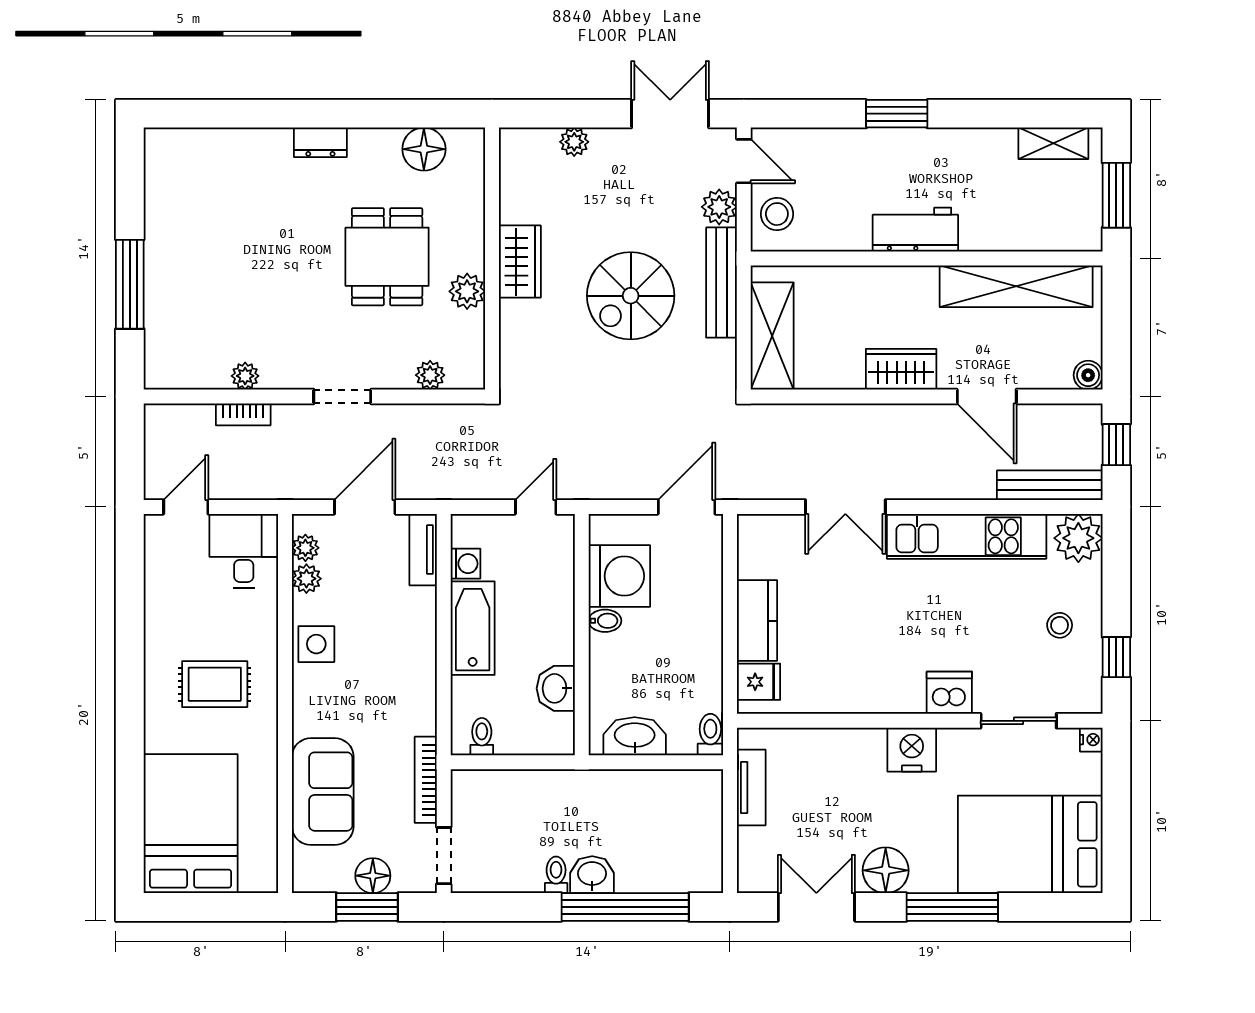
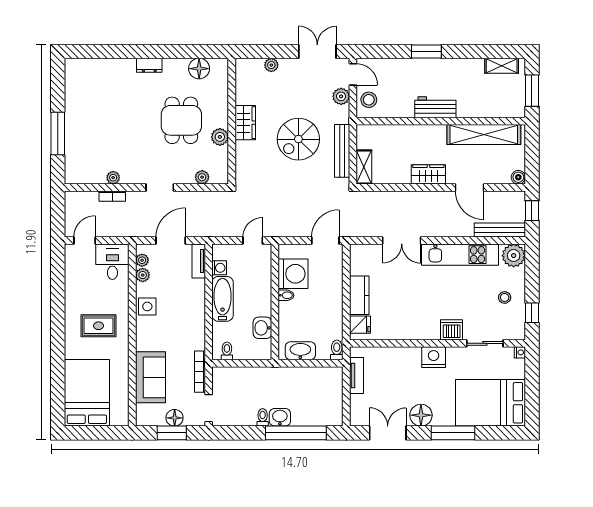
bench: (721, 283) -> (342, 151), moved
shelving: (772, 336) -> (364, 167), width x0.67, depth x0.75

